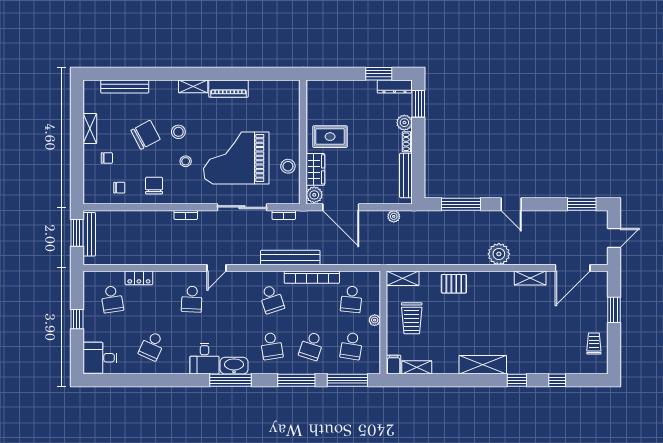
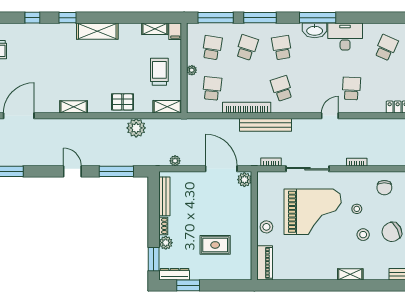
piano: (228, 89) -> (265, 263), moved, turned 90
rug: (330, 137) -> (215, 245), moved
stool: (288, 166) -> (266, 227), moved
wardrobe: (315, 169) -> (244, 202), removed
plant: (499, 254) -> (136, 128), moved
shelving: (530, 278) -> (74, 107), moved
desk: (204, 359) -> (345, 37), width x1.37

